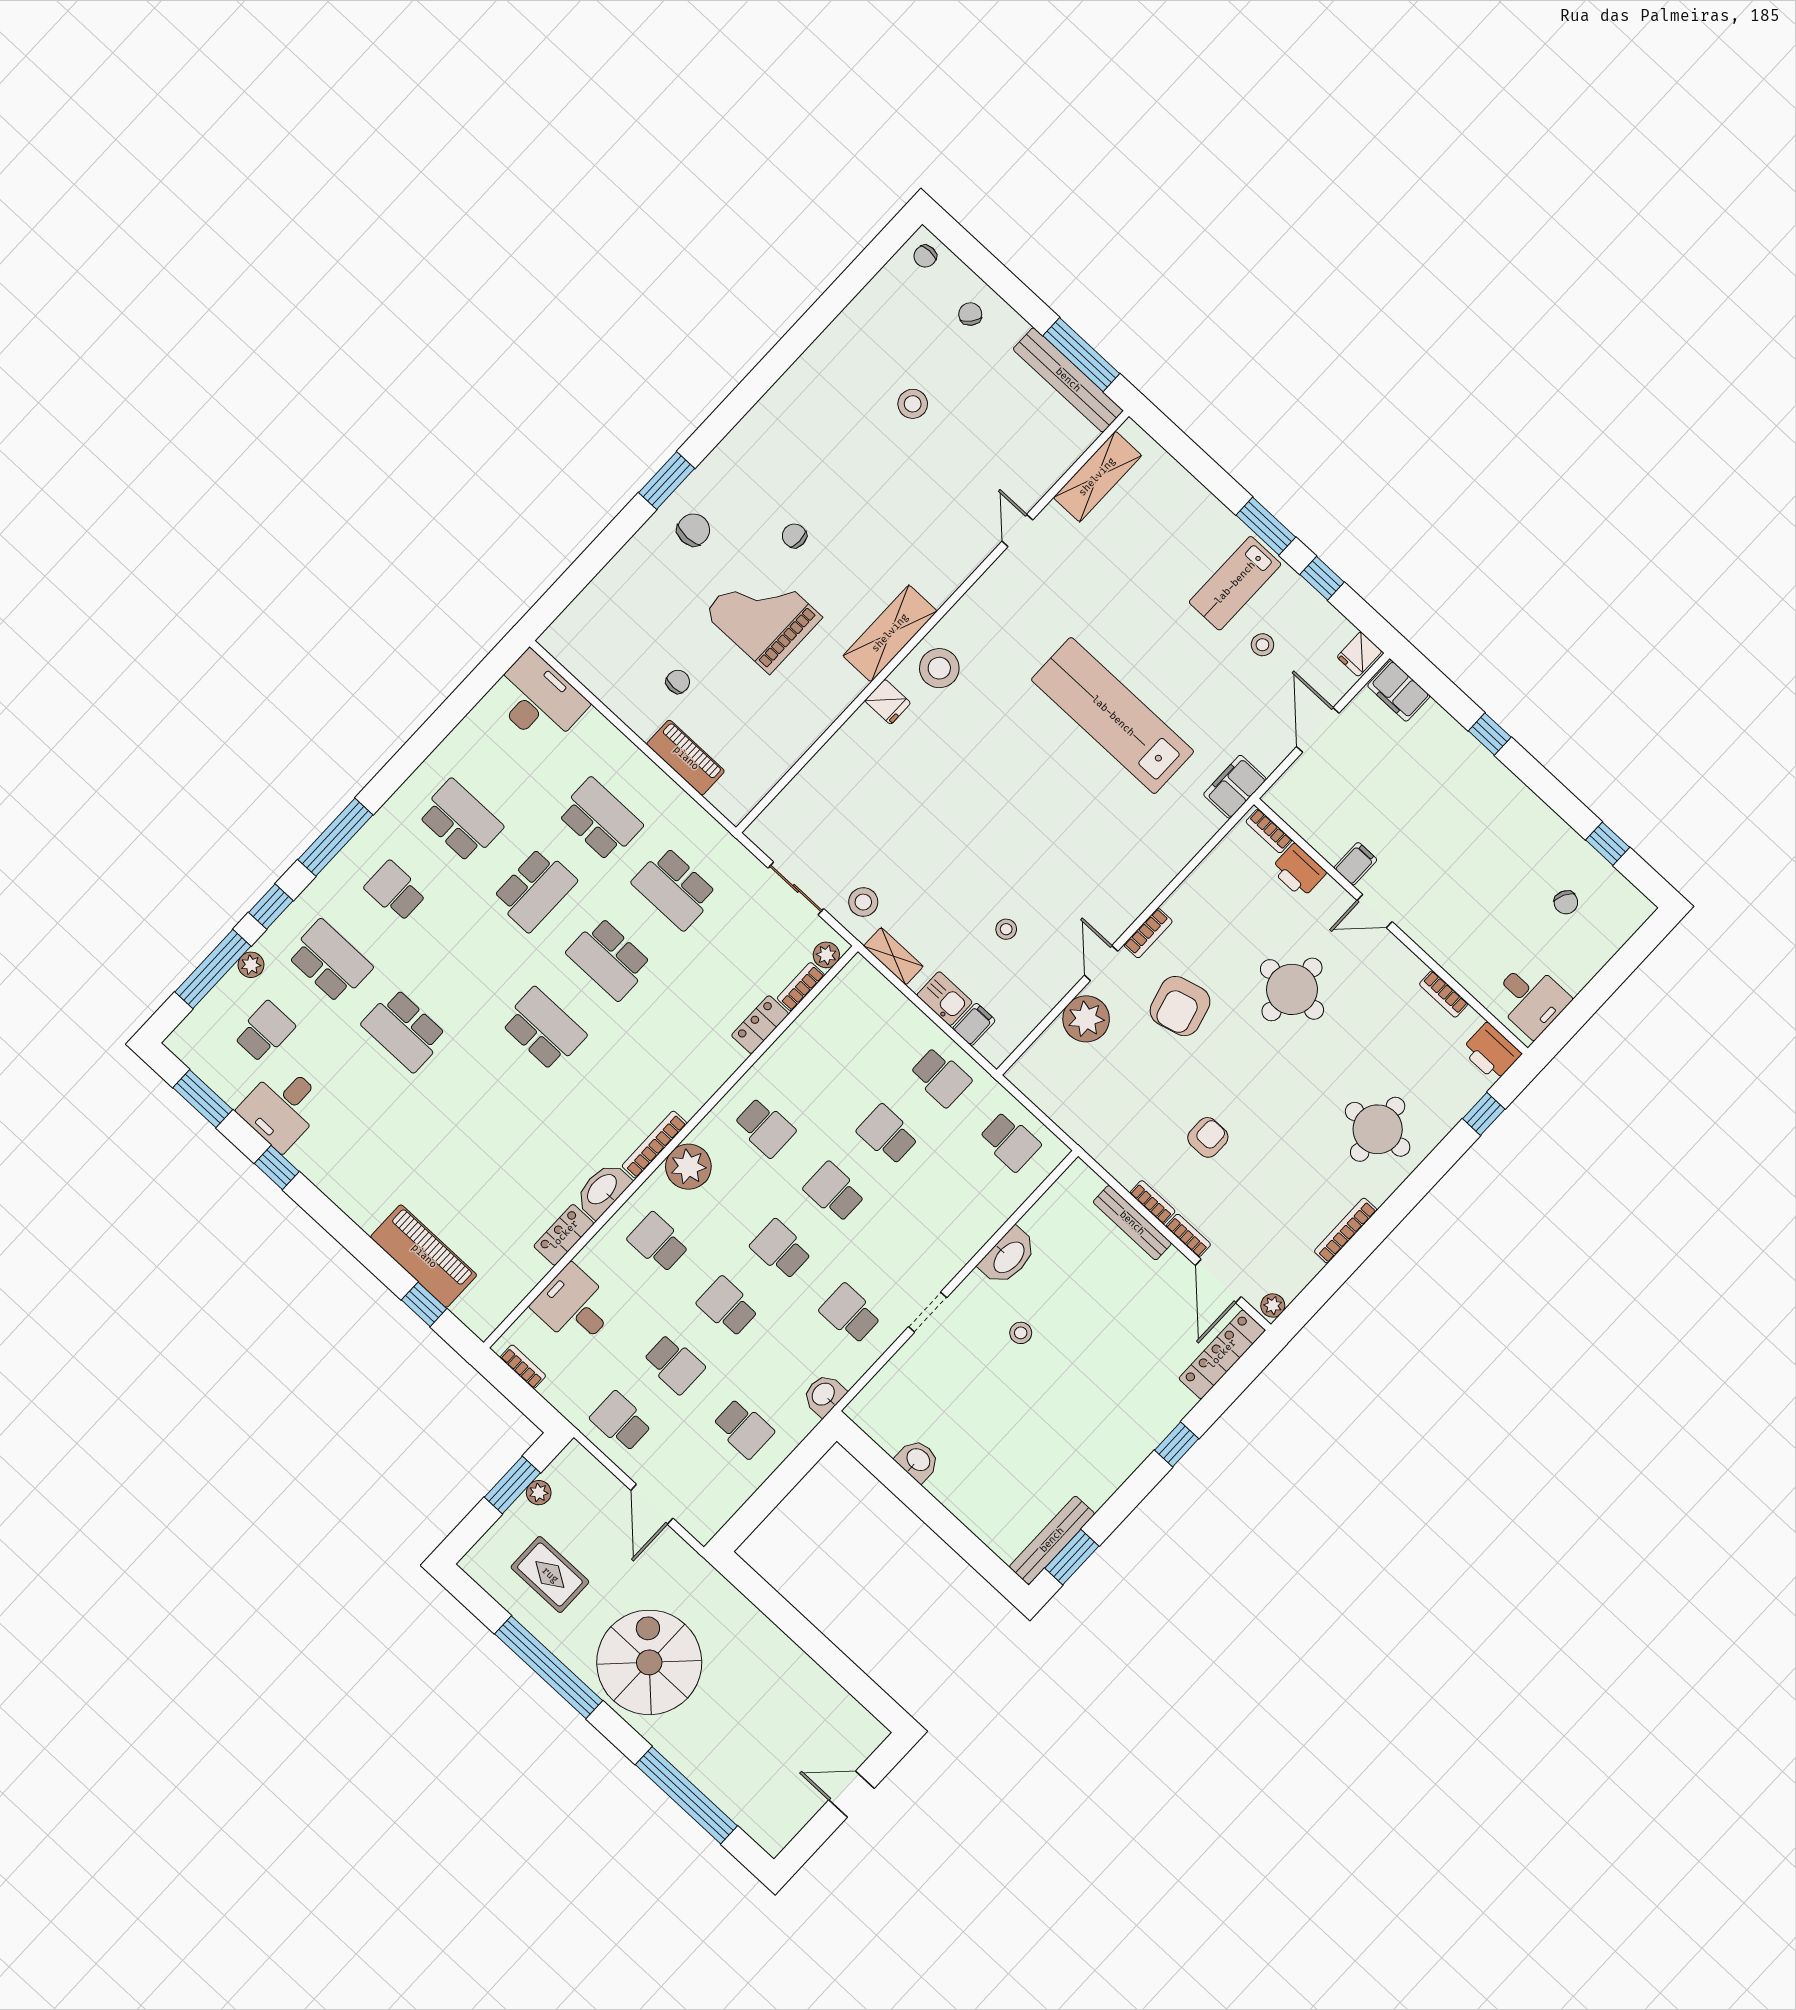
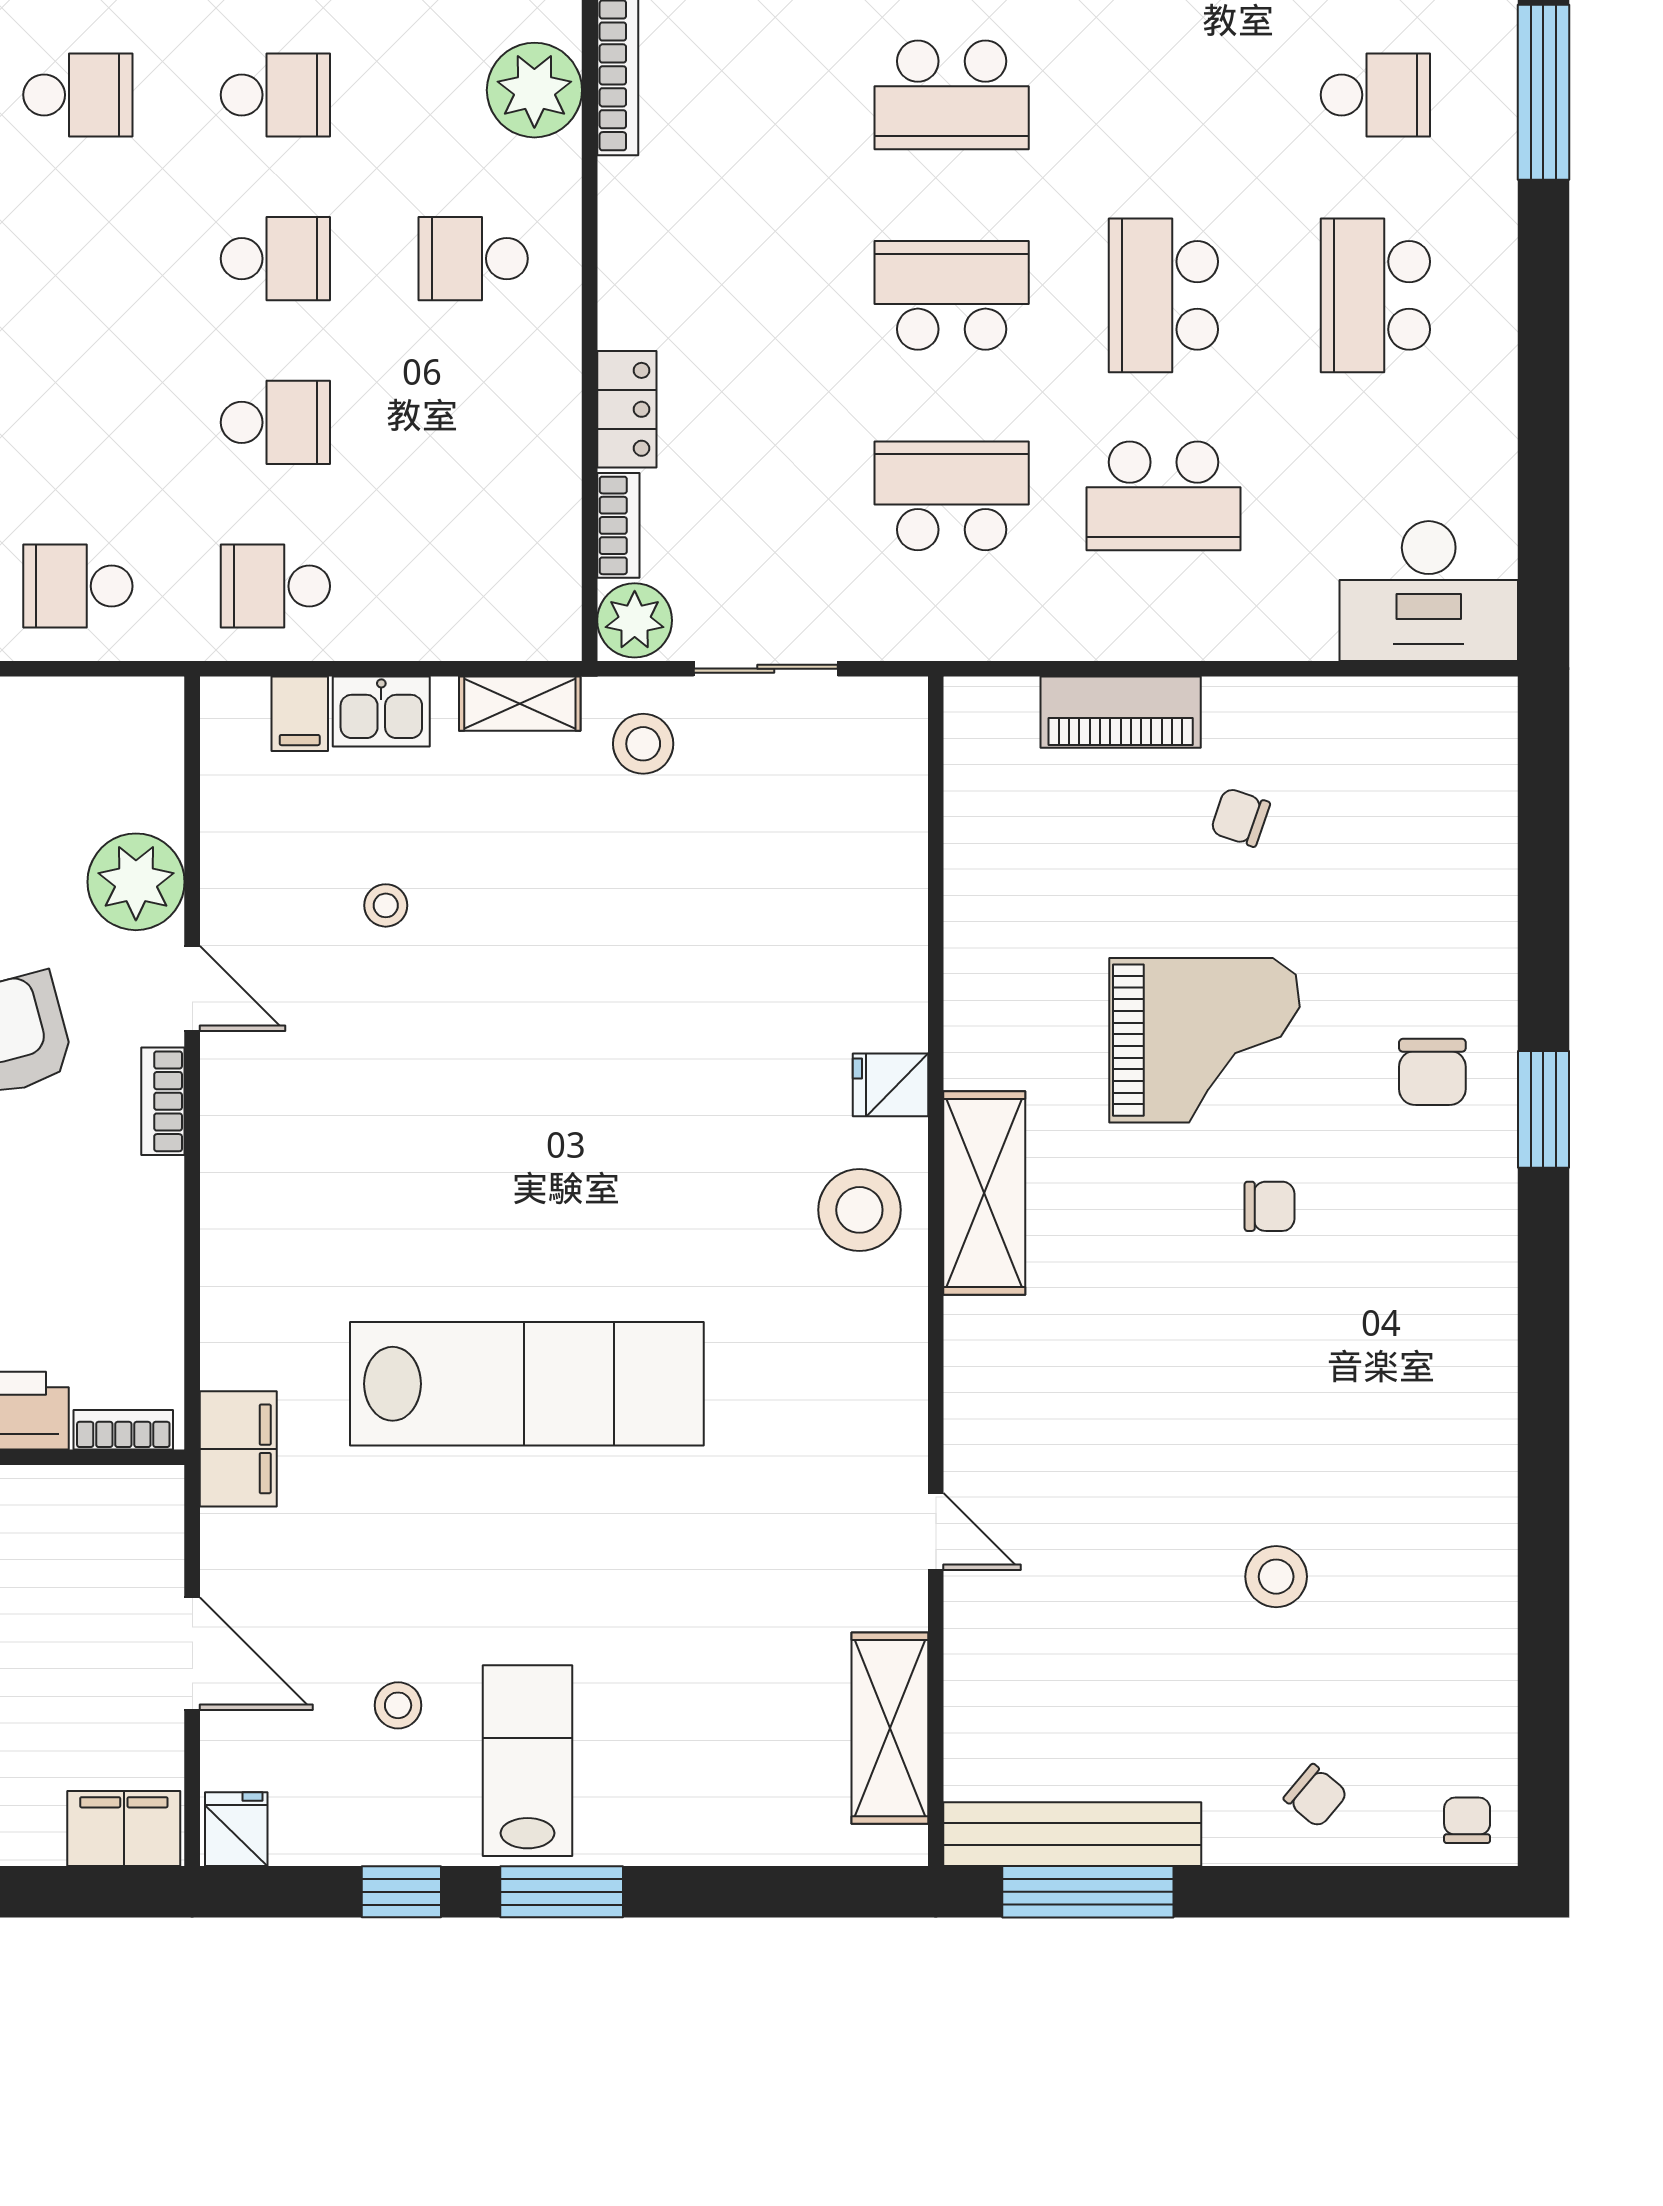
chair: (678, 682) -> (1240, 817), turned 109
school desk: (461, 821) -> (1375, 295), turned 90
plant: (826, 955) -> (635, 620), width x1.38, depth x1.38

